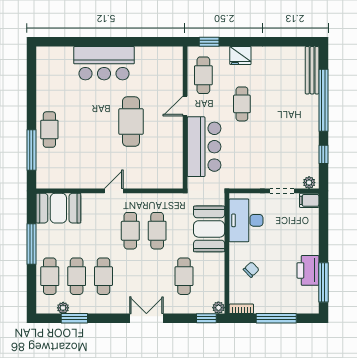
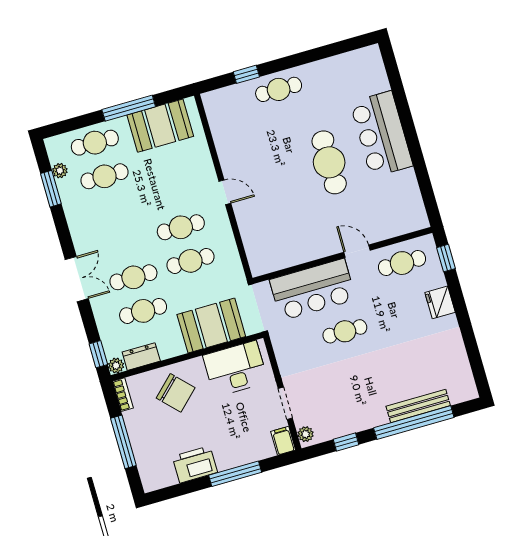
bench: (312, 70) -> (418, 406), moved
cafe table: (242, 104) -> (345, 331), moved
cafe table: (131, 122) -> (329, 162), moved, turned 90
window: (31, 150) -> (246, 74), width x0.46
booth: (58, 208) -> (160, 126), moved, turned 90
chair: (251, 270) -> (176, 393), width x1.87, depth x1.87
cafe table: (103, 276) -> (133, 277), moved
window: (323, 282) -> (235, 474), moved
dresser: (217, 287) -> (141, 357), added

